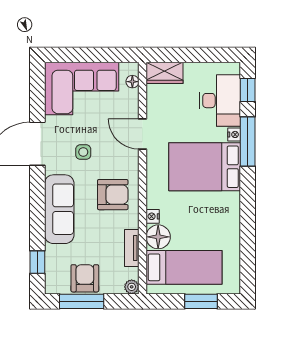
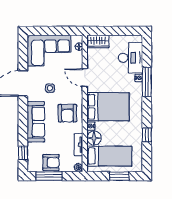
window: (248, 90) -> (147, 135), moved
bed: (205, 167) -> (108, 107), moved, turned 180
armchair: (113, 195) -> (67, 113), turned 90
armchair: (85, 278) -> (51, 163), turned 90

